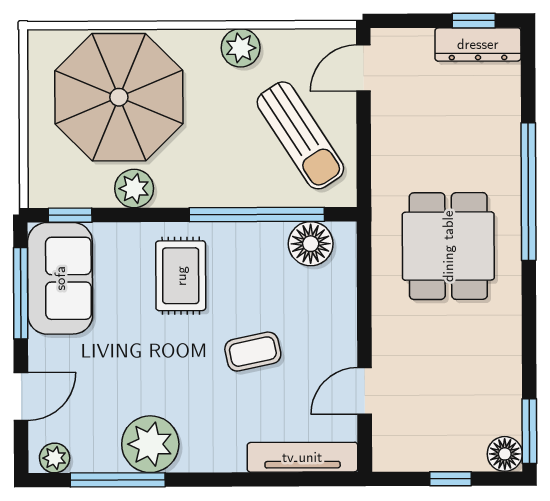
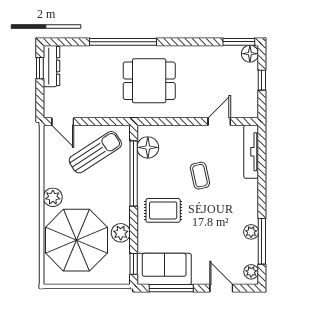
plant: (241, 48) -> (53, 197), moved
door: (365, 391) -> (219, 122), swing flipped
plant: (150, 444) -> (251, 232), width x0.53, depth x0.53

